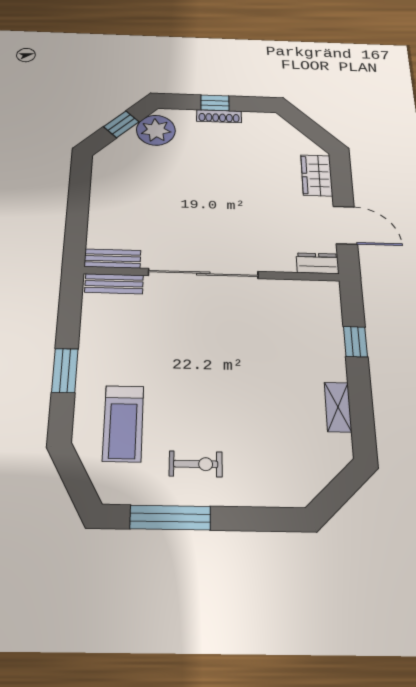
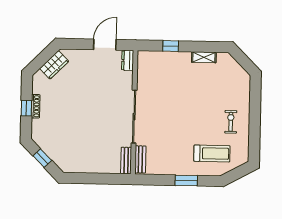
plant: (156, 130) -> (46, 140), removed
wardrobe: (317, 175) -> (54, 65), moved, turned -45
window: (170, 518) -> (254, 133), removed

